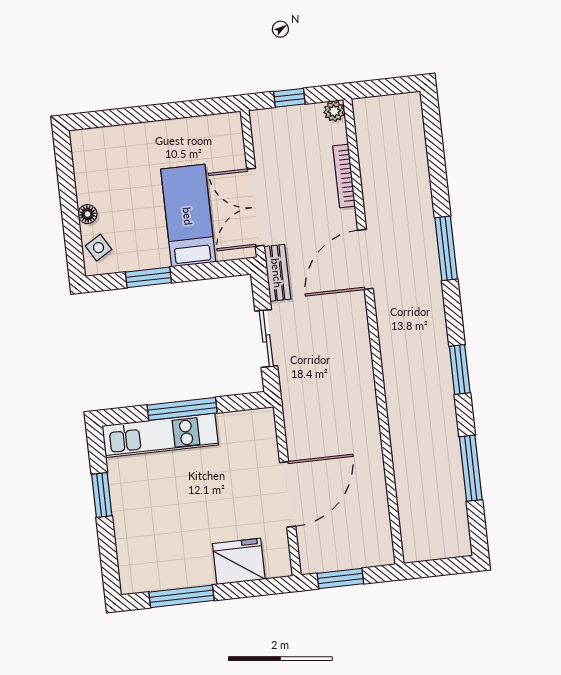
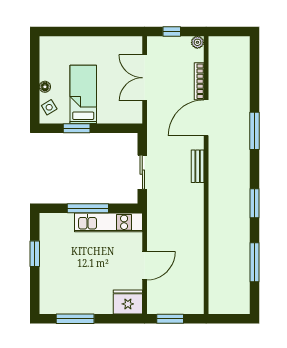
double door: (255, 207) -> (145, 78), moved
bed: (188, 216) -> (83, 94), moved
door: (365, 259) -> (206, 118), moved
bench: (277, 273) -> (198, 166), moved
kitchen unit: (160, 435) -> (108, 222), moved
door: (288, 494) -> (145, 266), width x0.73
fridge: (239, 561) -> (128, 302), moved

